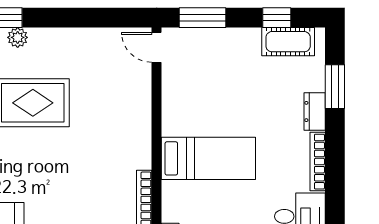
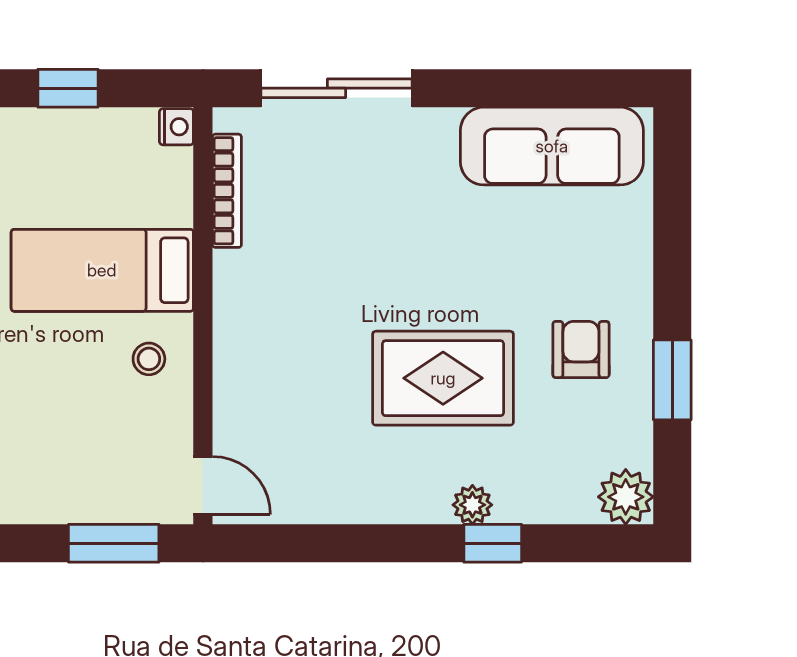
stool: (184, 113) -> (149, 359), added

